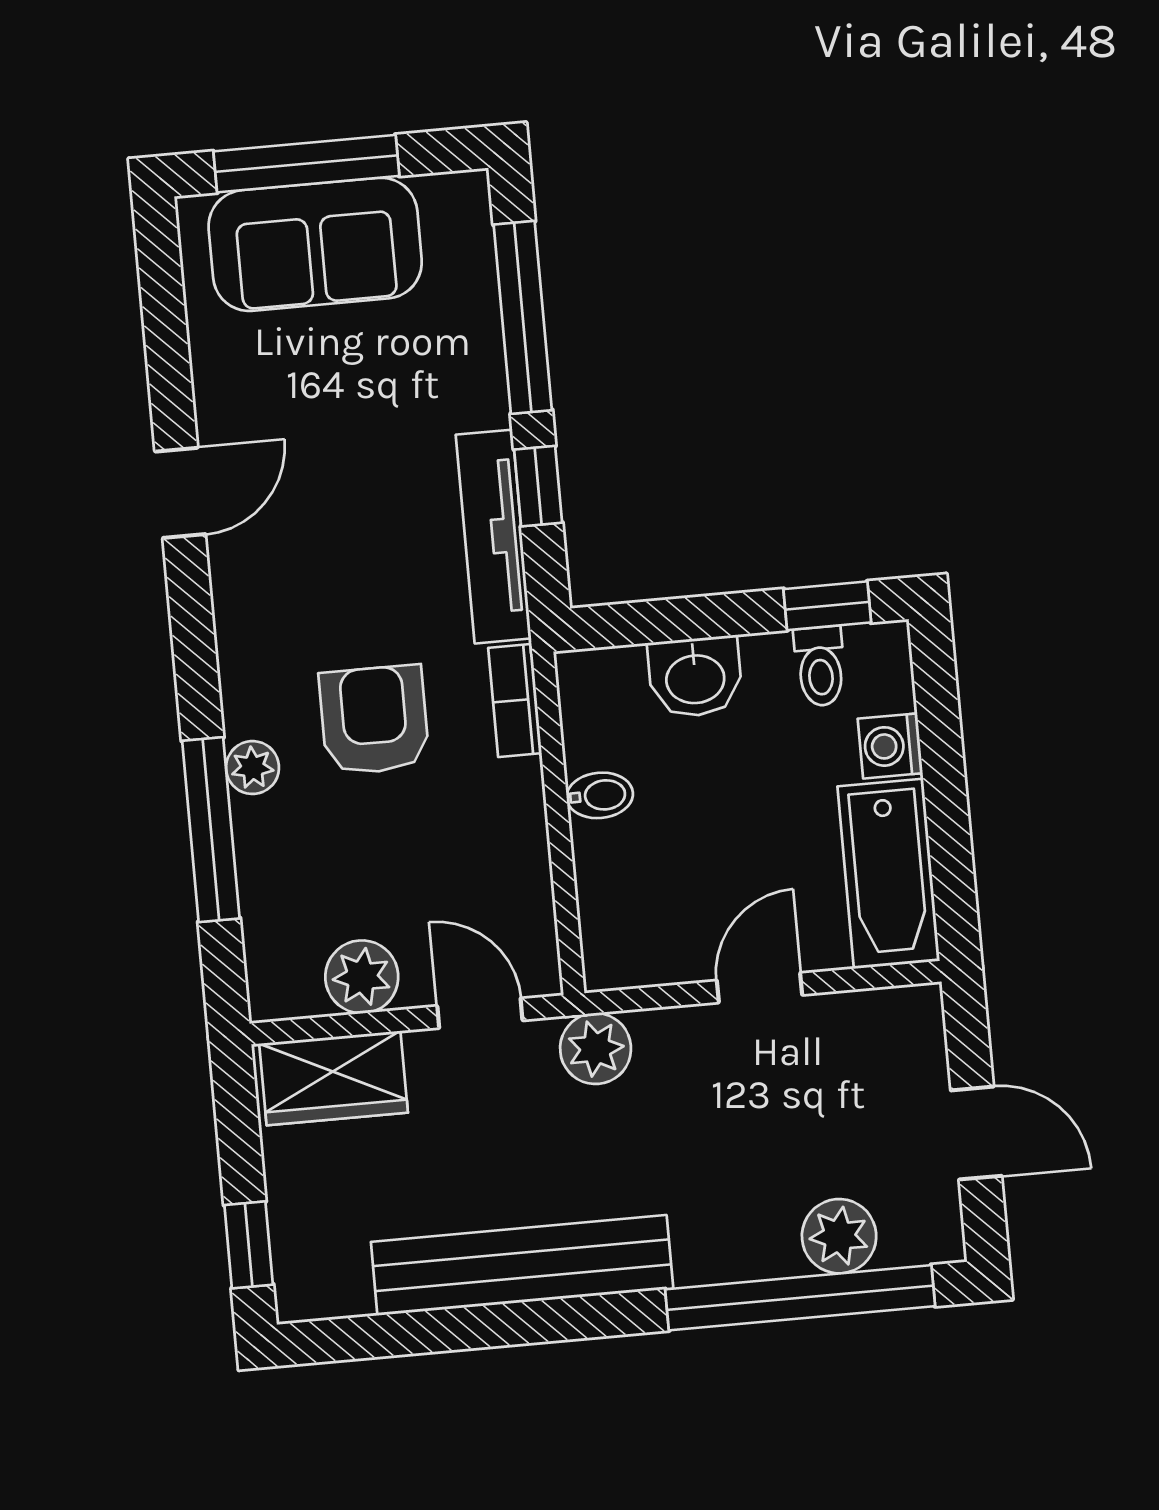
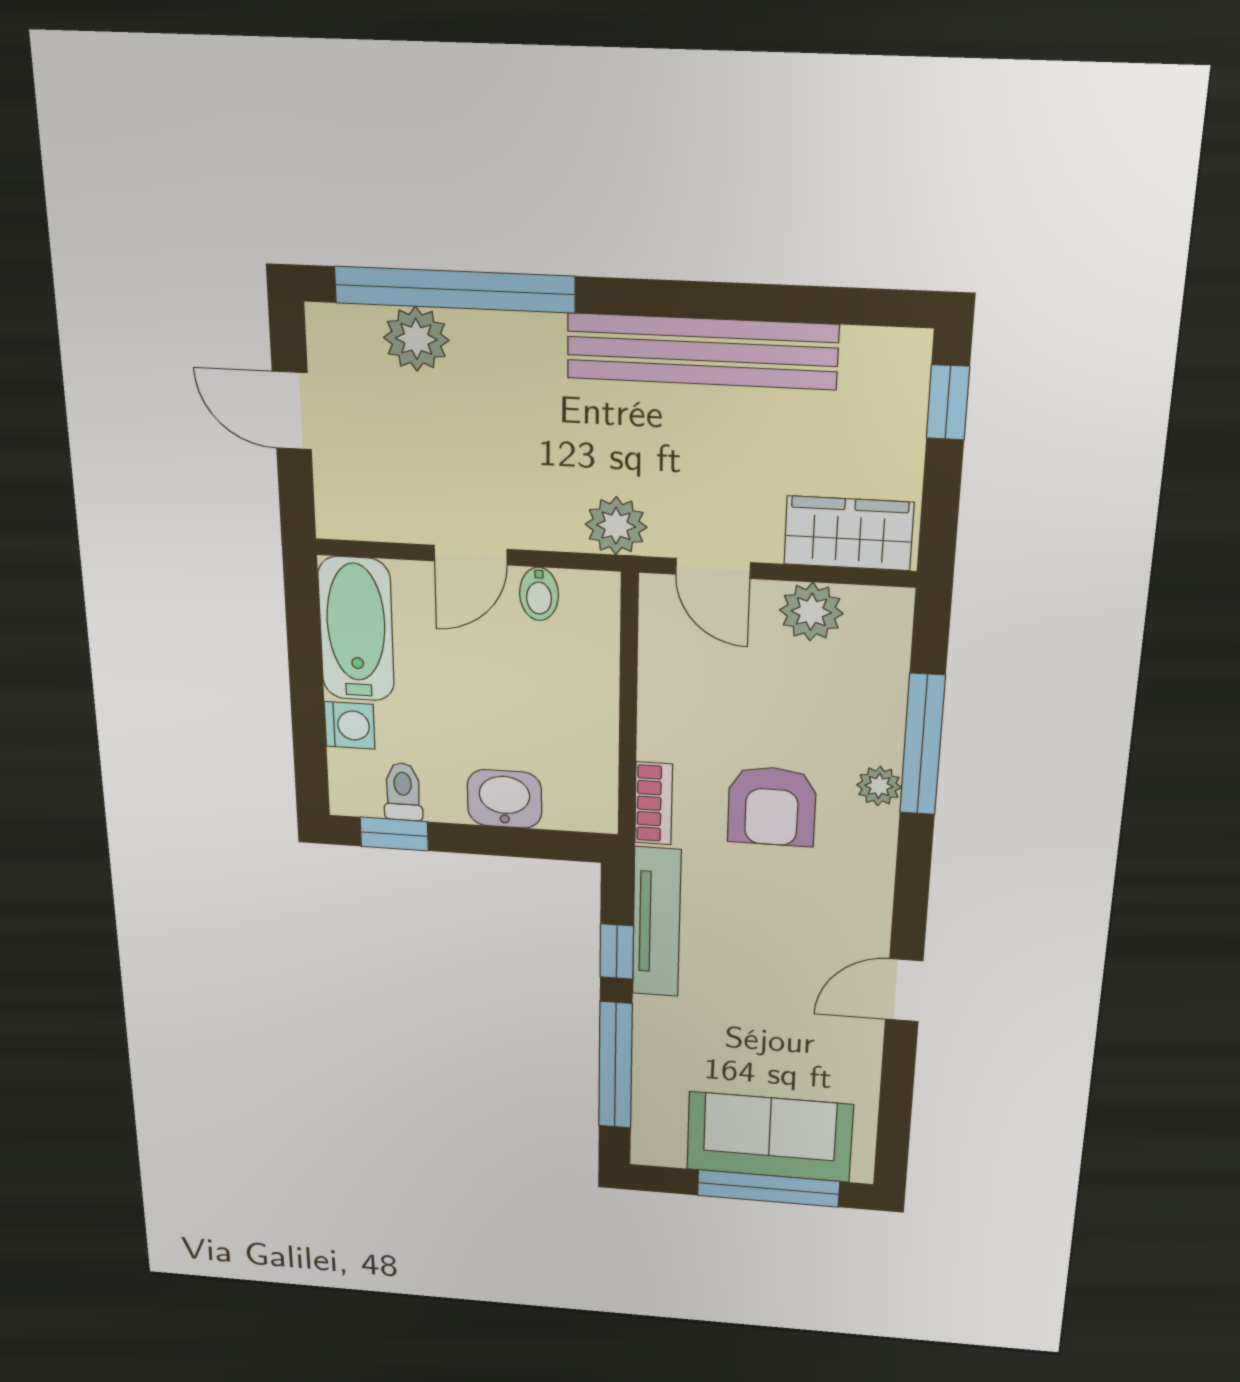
bidet: (600, 795) -> (539, 594), moved, turned -90

